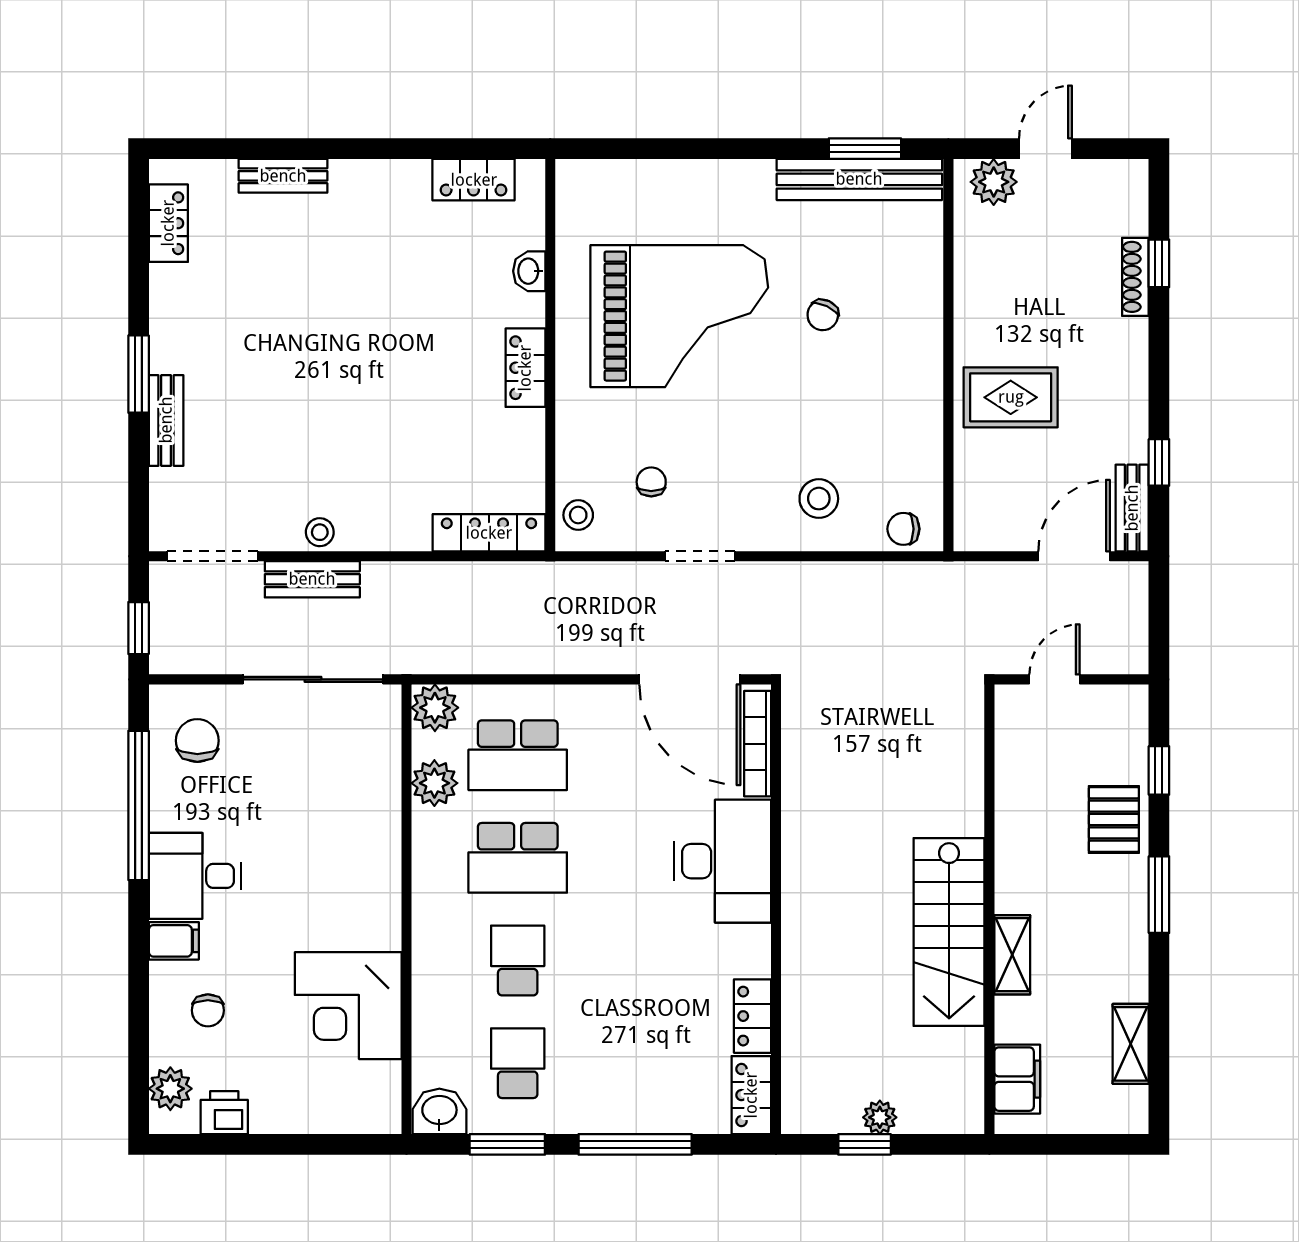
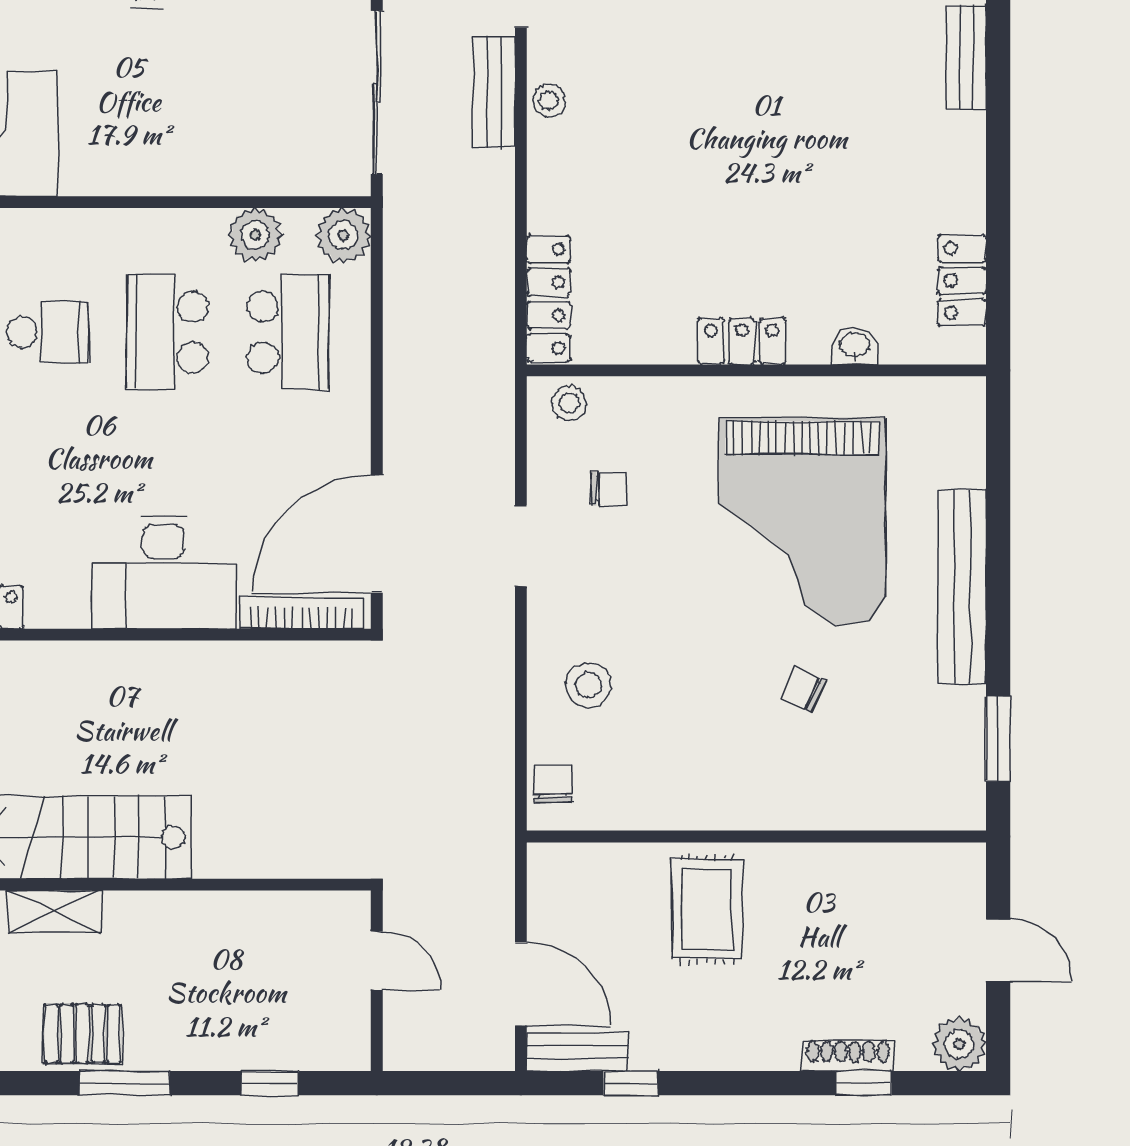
bench: (859, 179) -> (962, 586), moved
plant: (994, 182) -> (959, 1044), moved
school desk: (518, 755) -> (288, 332), turned 180
pallet: (1114, 819) -> (82, 1034), moved

